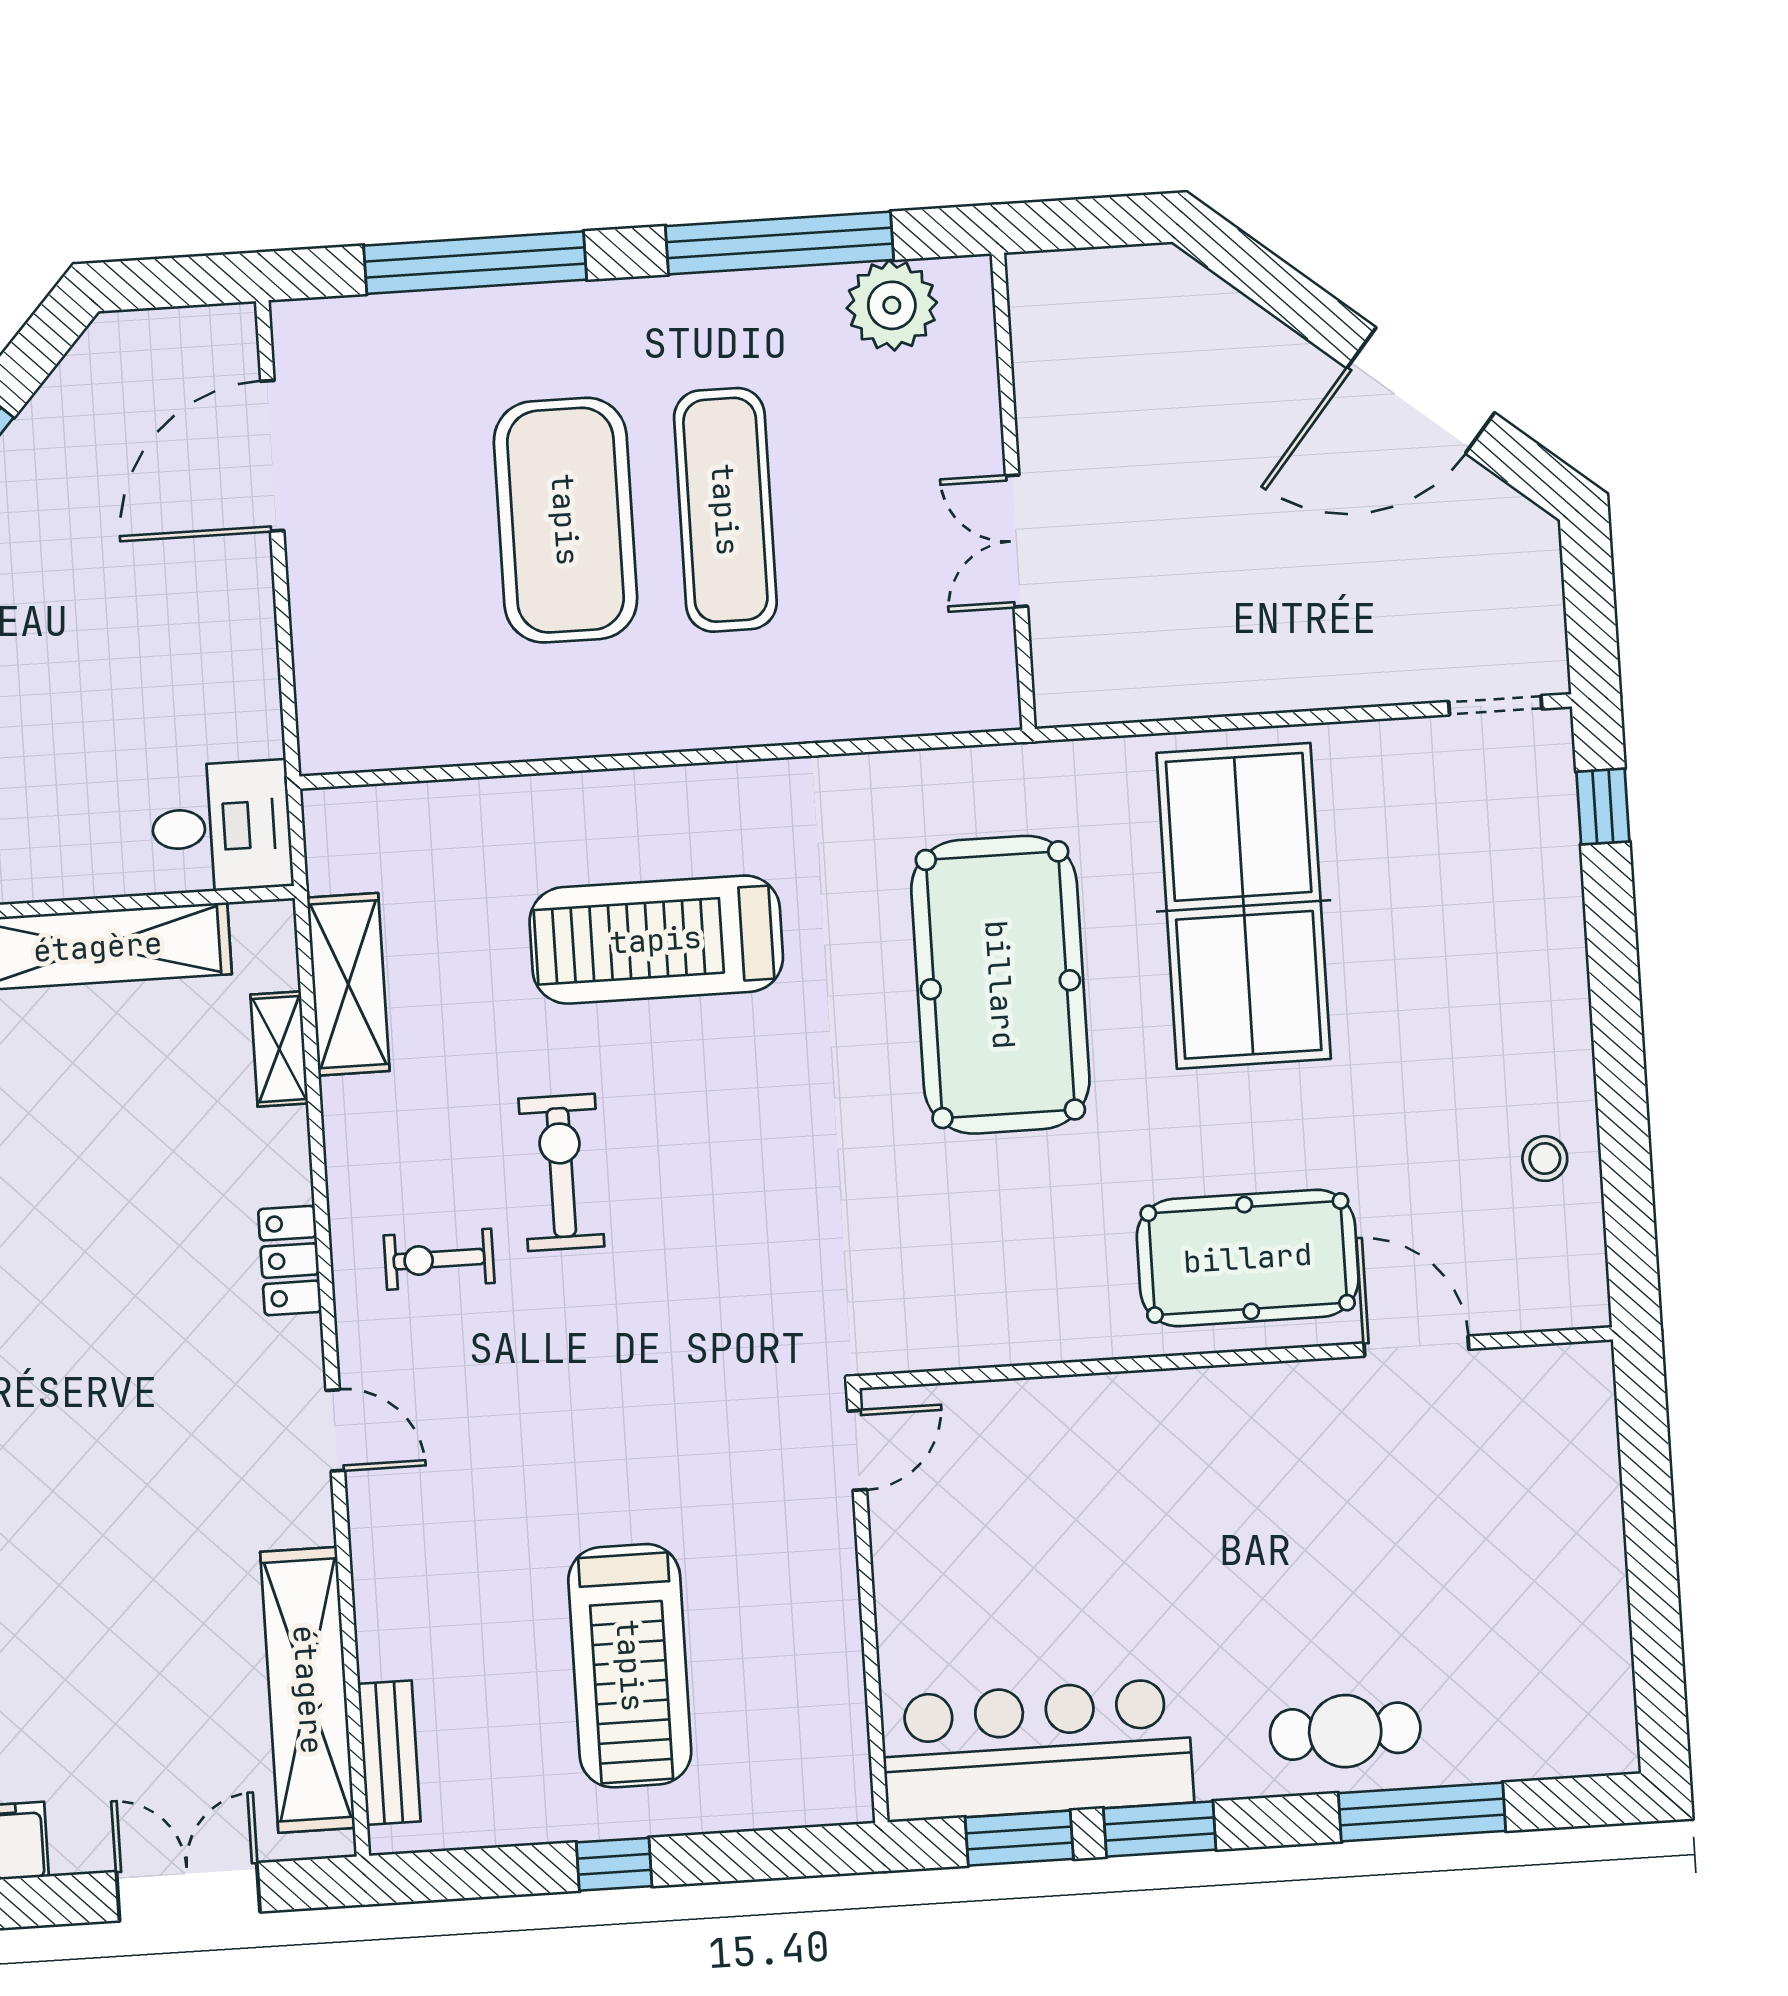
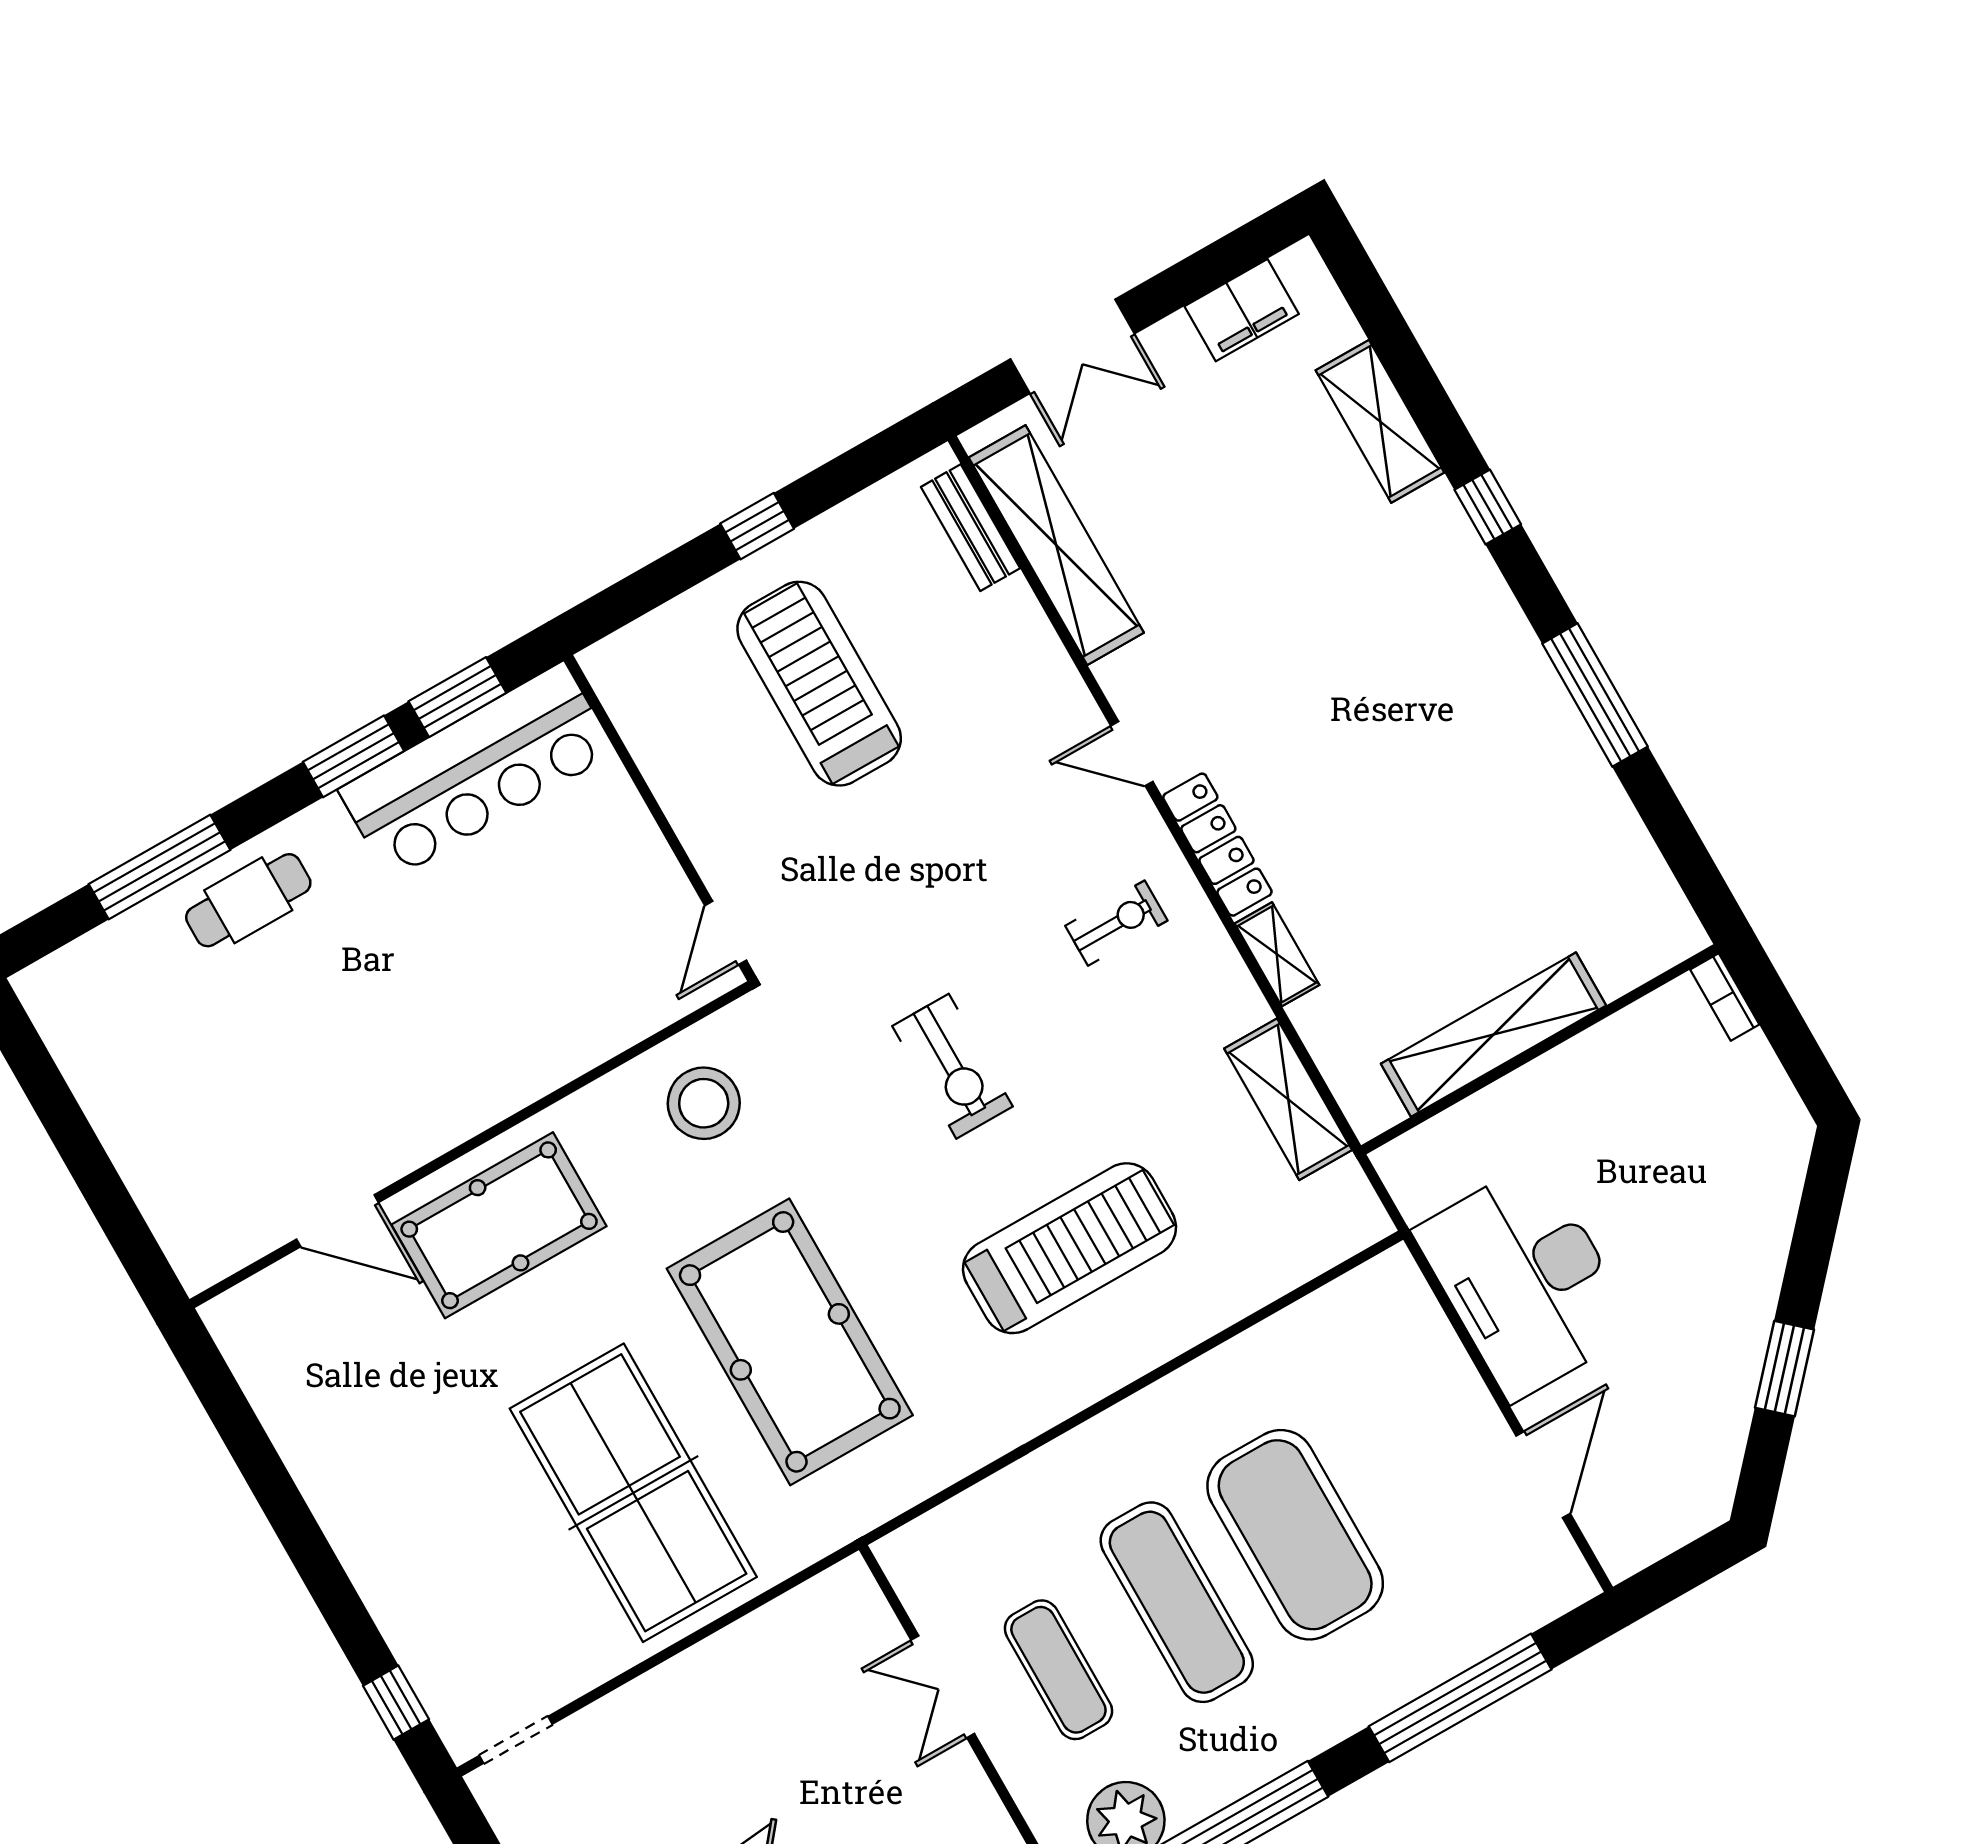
door: (272, 456) -> (1543, 1475), width x0.73
exercise mat: (885, 499) -> (1058, 1670), added
double door: (1016, 541) -> (943, 1687), swing flipped
desk: (221, 827) -> (1526, 1280), moved, width x1.87, depth x1.30
shelving: (279, 1049) -> (1277, 954), moved
stool: (1545, 1159) -> (704, 1103), moved, width x1.89, depth x1.89
exercise bike: (561, 1172) -> (953, 1066), moved
locker: (290, 1261) -> (1217, 845), width x1.53

